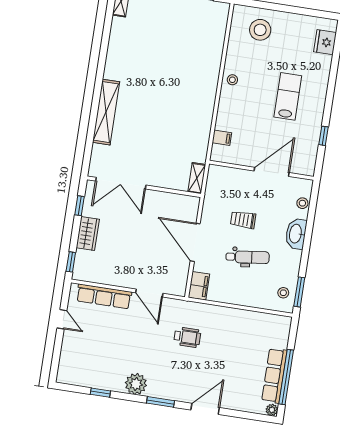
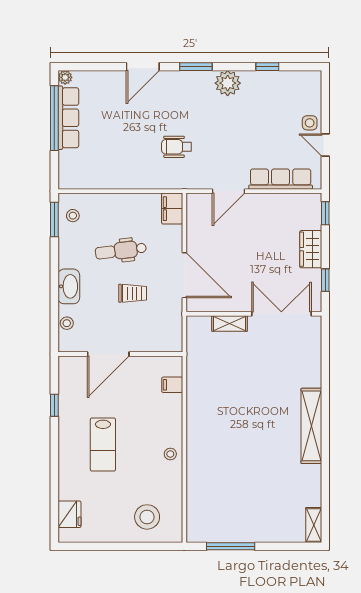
shelving: (106, 112) -> (311, 426), moved
shelving: (197, 178) -> (230, 324), moved, turned 90
door: (195, 242) -> (184, 275), moved
door: (149, 293) -> (229, 191), swing flipped
side table: (72, 340) -> (310, 123), added

